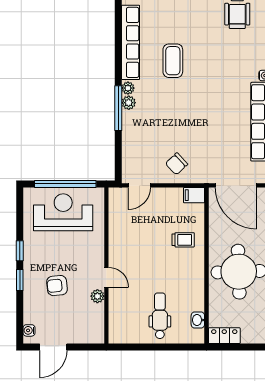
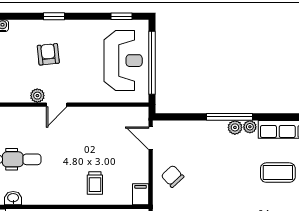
window: (20, 251) -> (121, 16), moved

